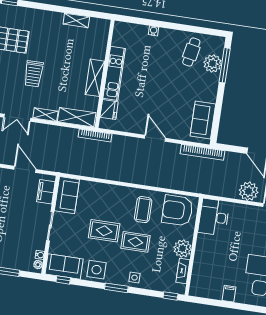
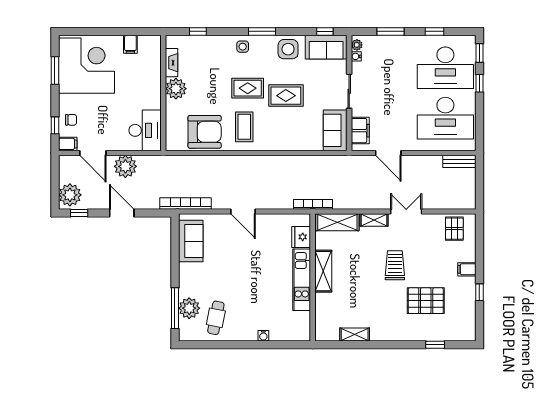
desk: (214, 217) -> (145, 130), moved
wall: (194, 246) -> (163, 93), moved
plant: (183, 248) -> (176, 89), moved
fireplace: (183, 271) -> (172, 63), moved

